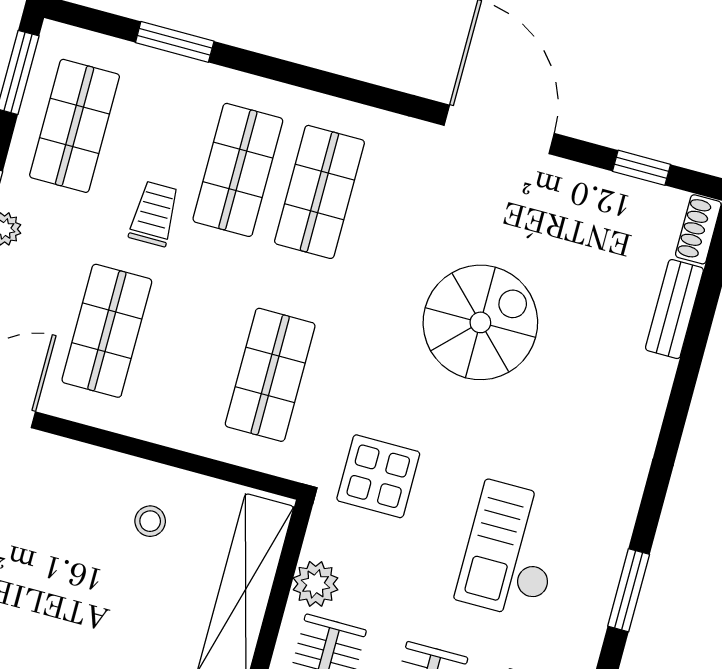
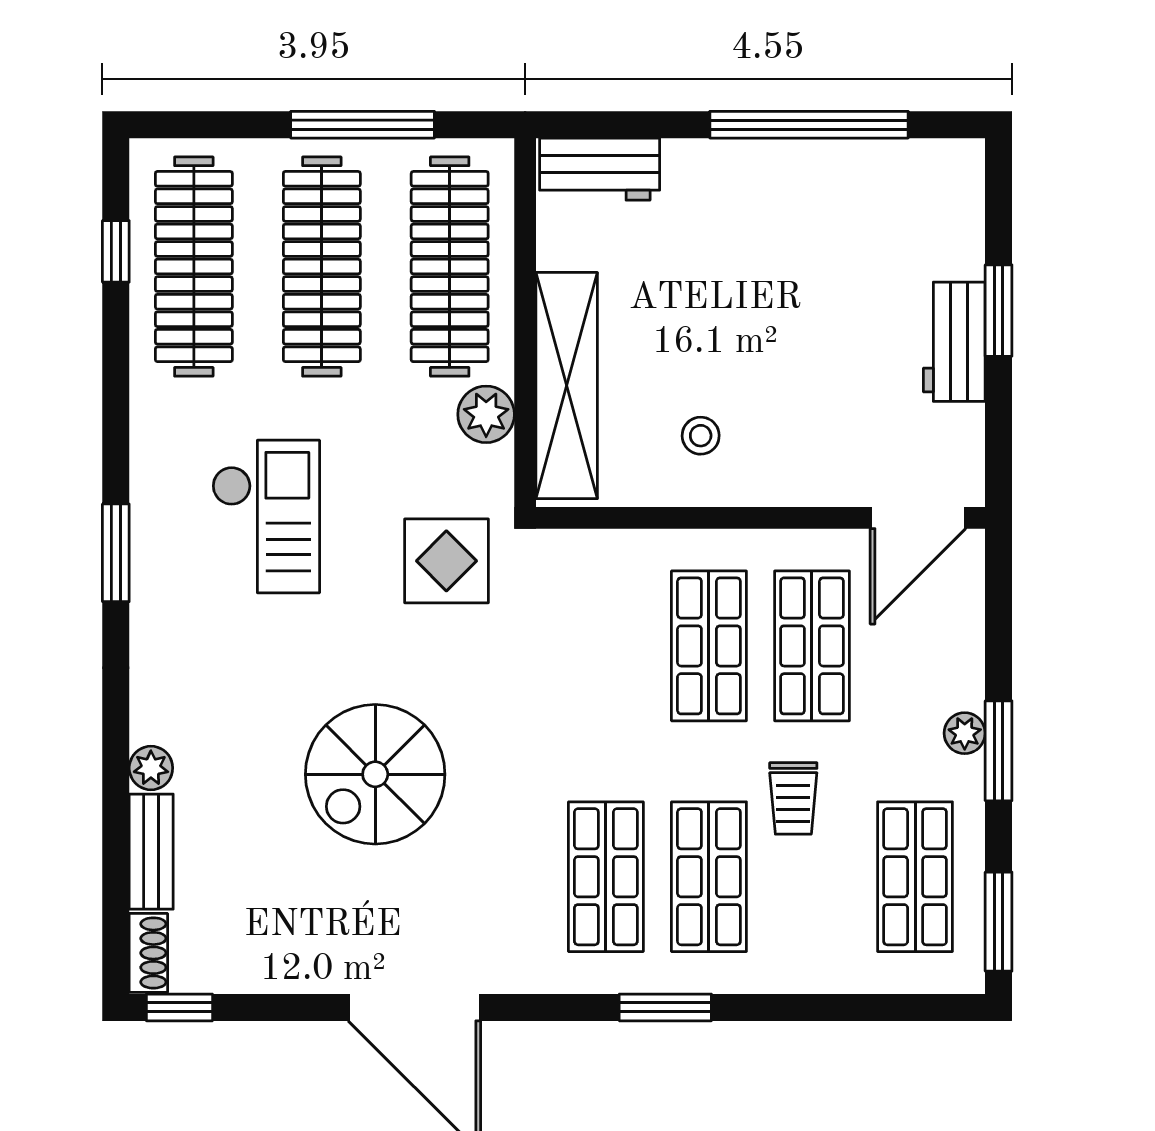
window: (175, 42) -> (665, 1007), moved
window: (642, 168) -> (179, 1007), moved
shop shelf: (270, 375) -> (709, 646), moved
plant: (657, 375) -> (151, 768), added
window: (629, 590) -> (116, 553), moved

